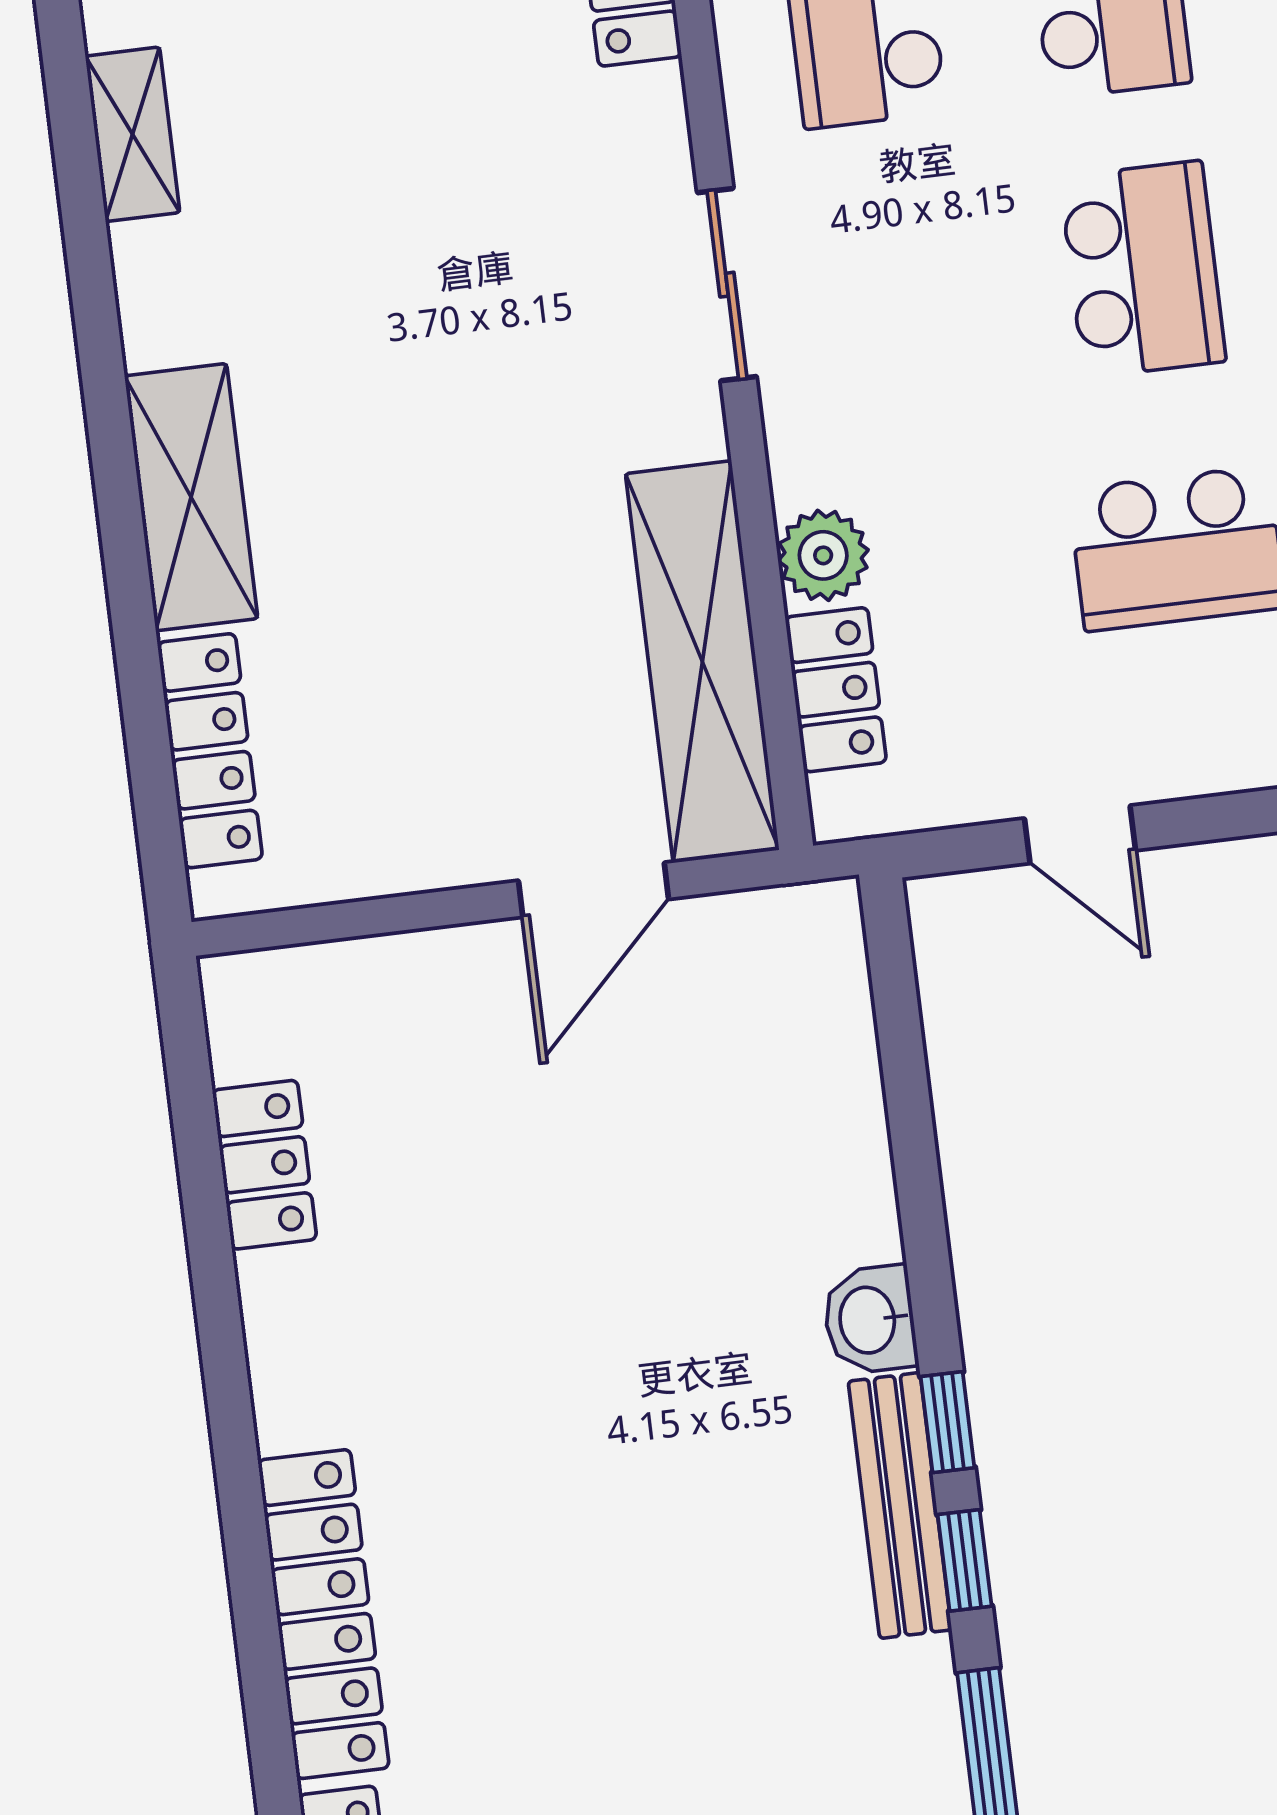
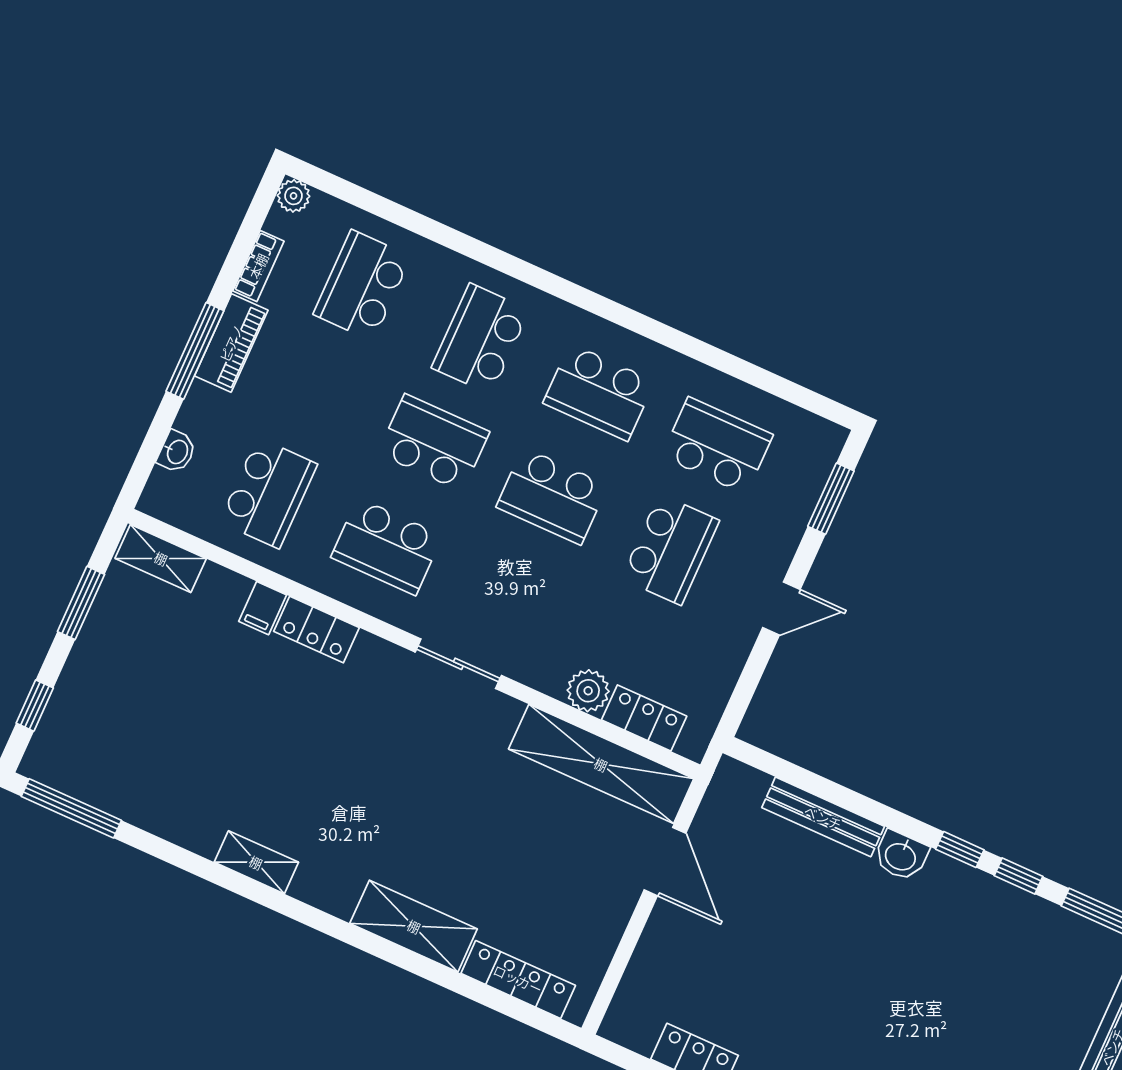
school desk: (1143, 269) -> (552, 496), turned 180
door: (1080, 834) -> (781, 609), moved
bench: (900, 1506) -> (823, 817), moved

